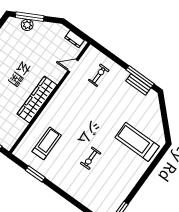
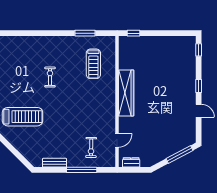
plant: (27, 25) -> (177, 147), removed
window: (140, 77) -> (82, 170), moved

